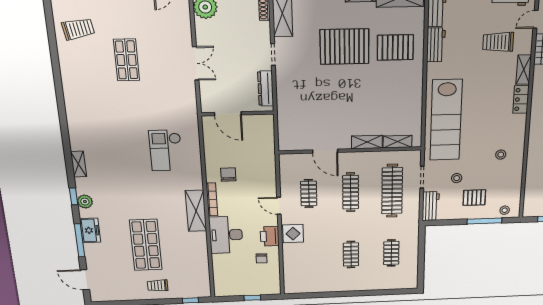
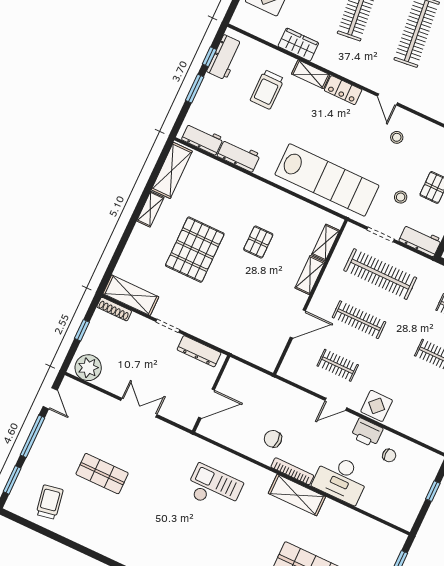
door: (536, 19) -> (388, 100), moved
pallet: (395, 47) -> (258, 242), moved, width x0.67, depth x0.71
checkout: (166, 150) -> (214, 488), turned 180

